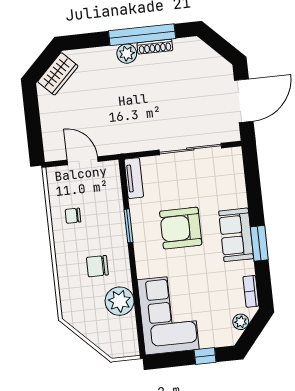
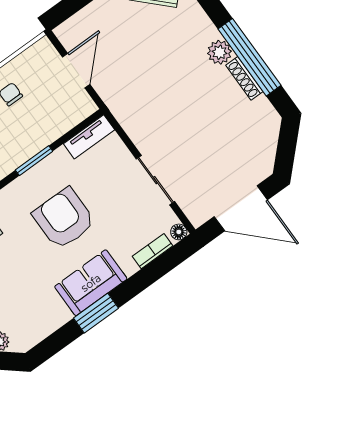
sliding door: (190, 149) -> (155, 180), width x0.73
floor lamp: (236, 153) -> (179, 232), added
bookcase: (251, 291) -> (153, 251), moved

